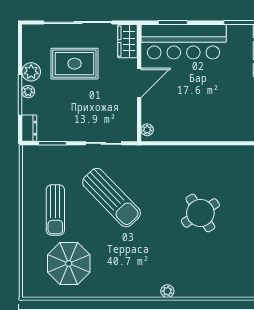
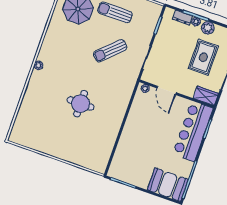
door: (139, 83) -> (167, 90), moved
dresser: (29, 128) -> (183, 18), moved
sun lounger: (112, 198) -> (110, 51), width x0.73, depth x0.75
round table: (200, 213) -> (81, 104), turned 33

